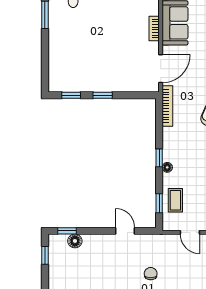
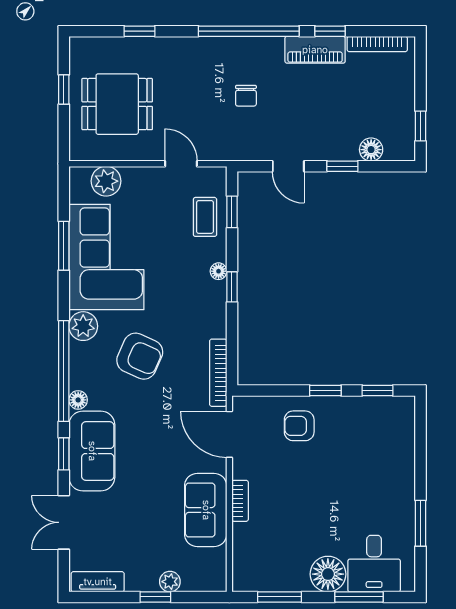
door: (161, 69) -> (229, 434), hinge flipped
armchair: (118, 74) -> (299, 426), added
window: (67, 231) -> (342, 166), moved

